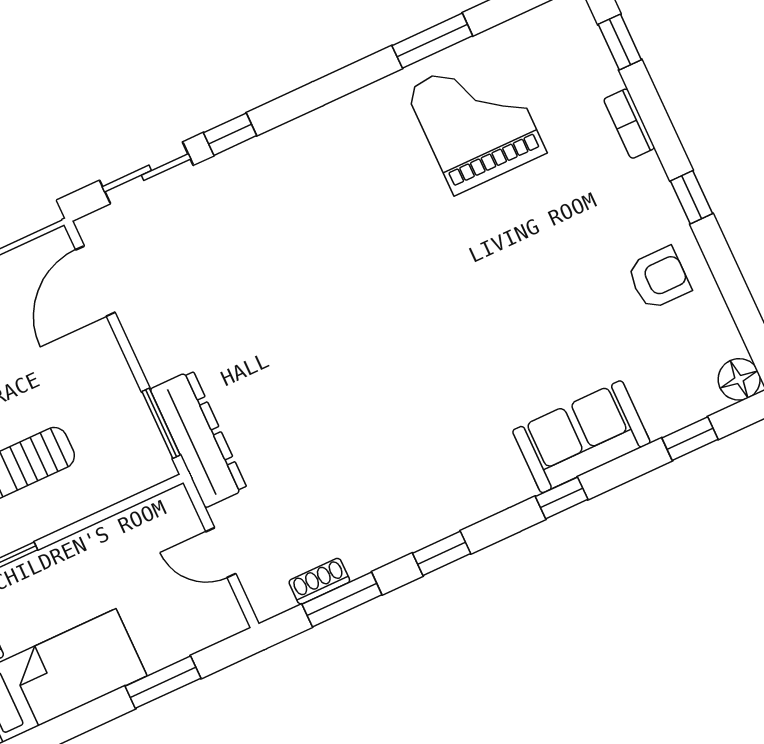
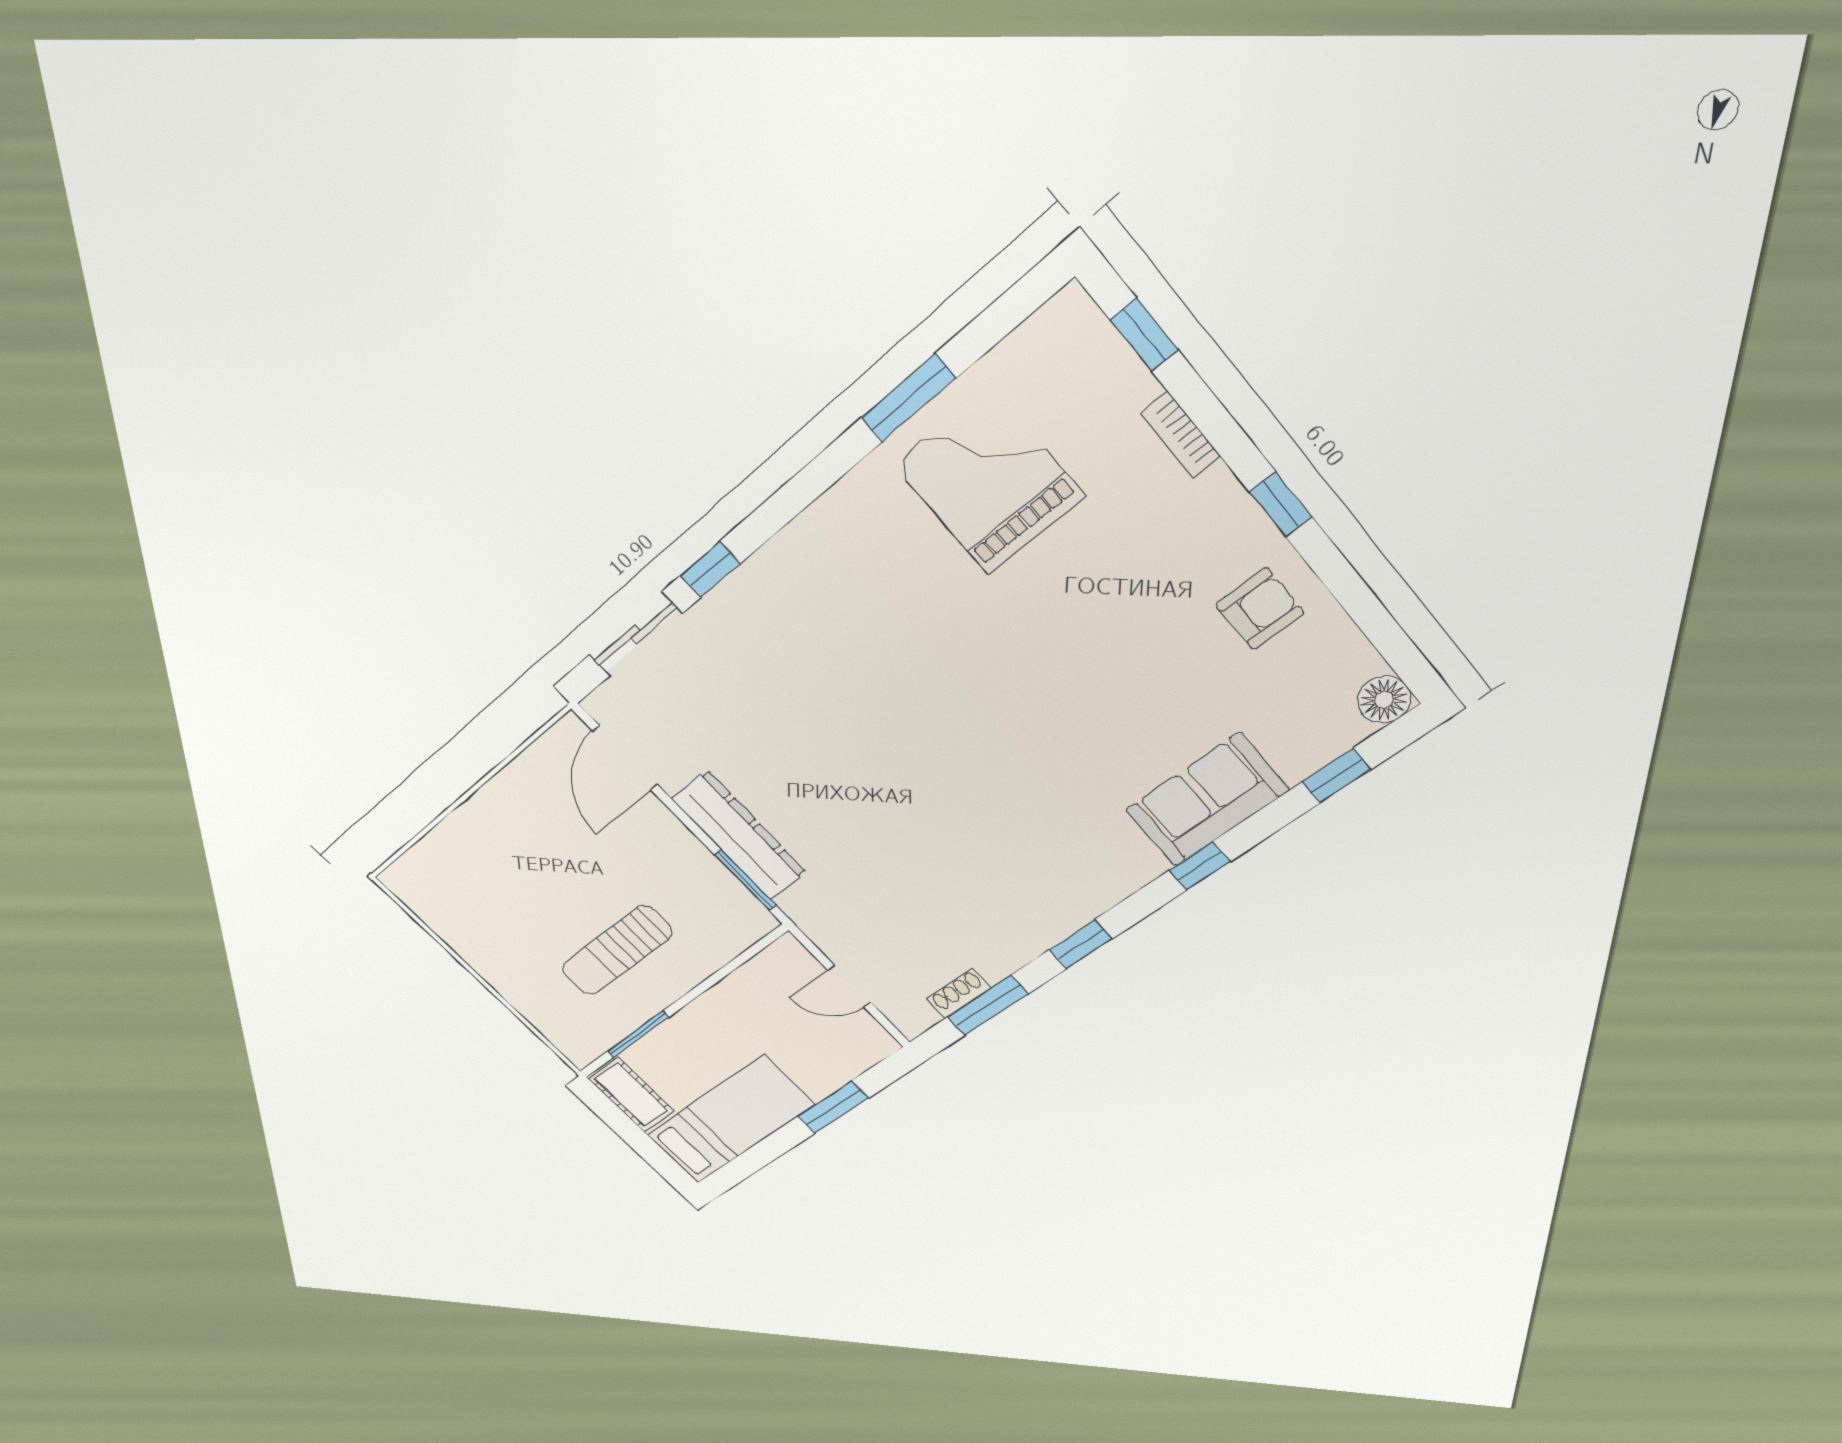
dresser: (199, 439) -> (739, 836), moved

